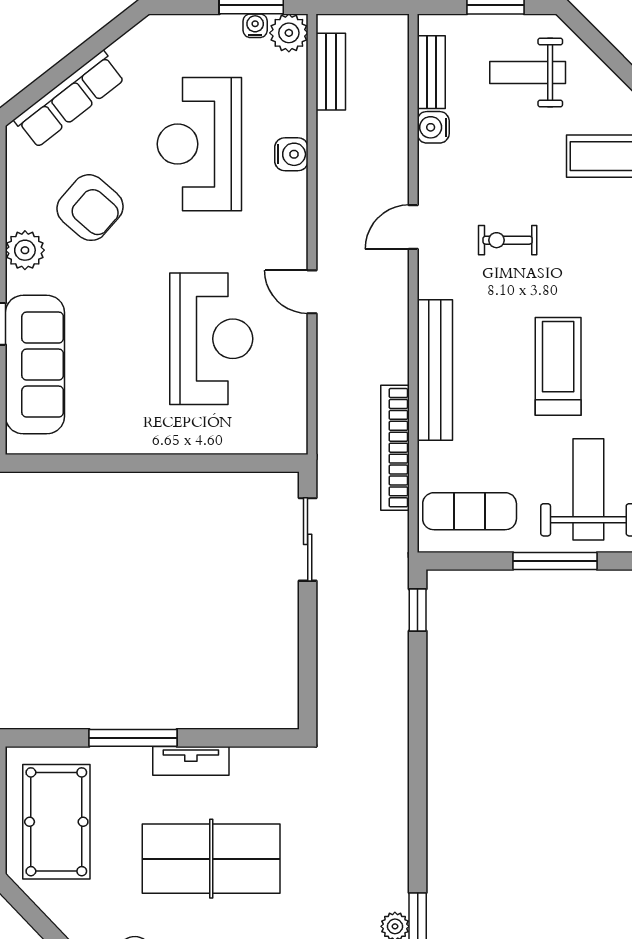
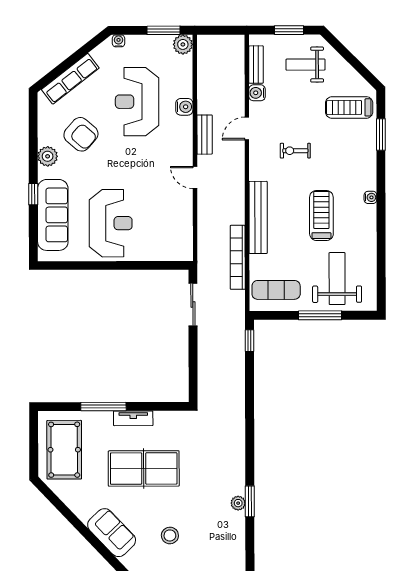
water cooler: (255, 26) -> (119, 41), moved
bench: (331, 72) -> (205, 135), moved
door: (413, 227) -> (247, 129), moved
reception desk: (211, 339) -> (111, 223), moved

